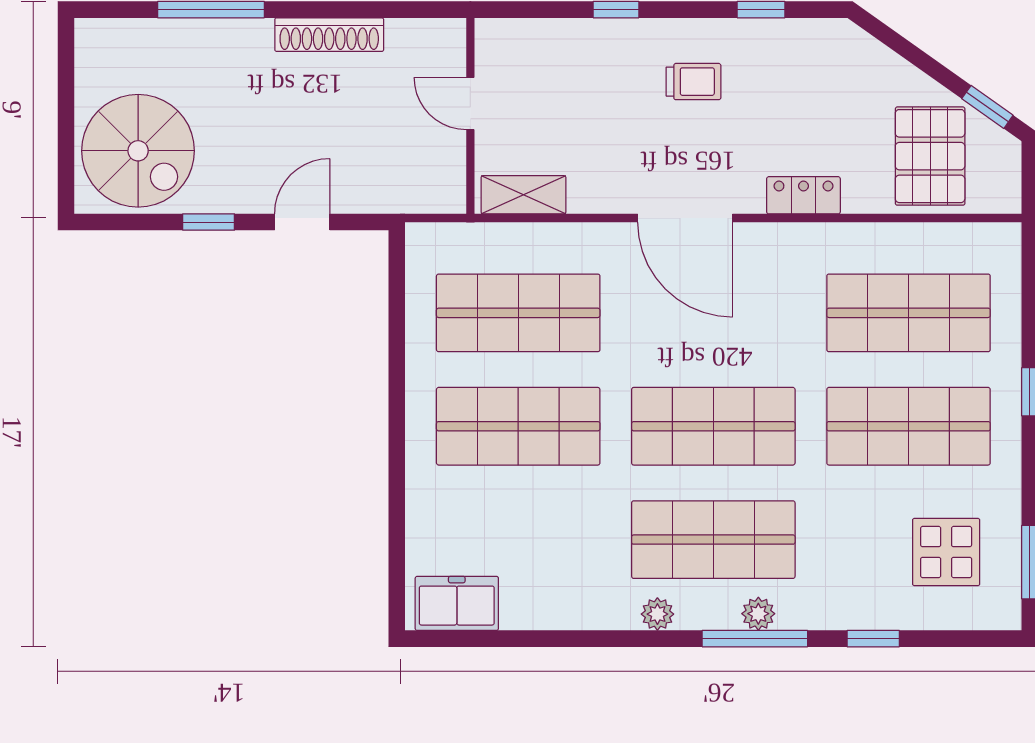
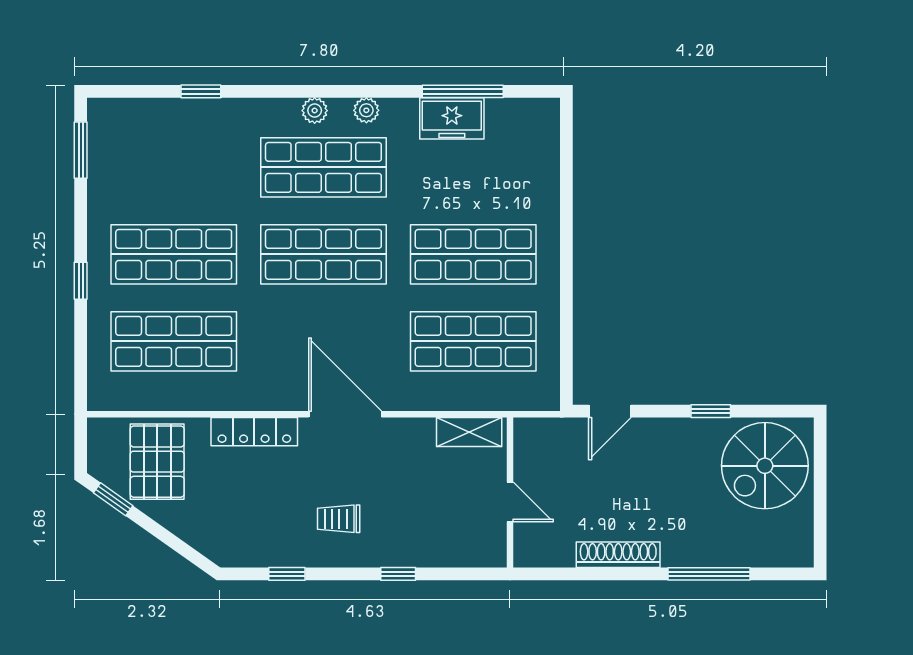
spiral stairs: (138, 151) -> (765, 466), turned -90
locker: (803, 195) -> (254, 432), width x1.53
door: (302, 222) -> (610, 411), moved
display table: (946, 552) -> (145, 158), removed
freezer: (457, 603) -> (452, 118), moved
plant: (758, 614) -> (315, 111), moved
window: (755, 639) -> (463, 91), moved

